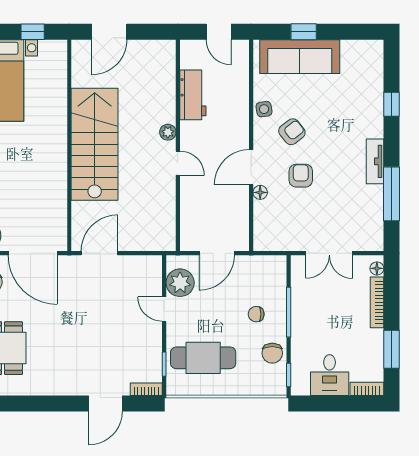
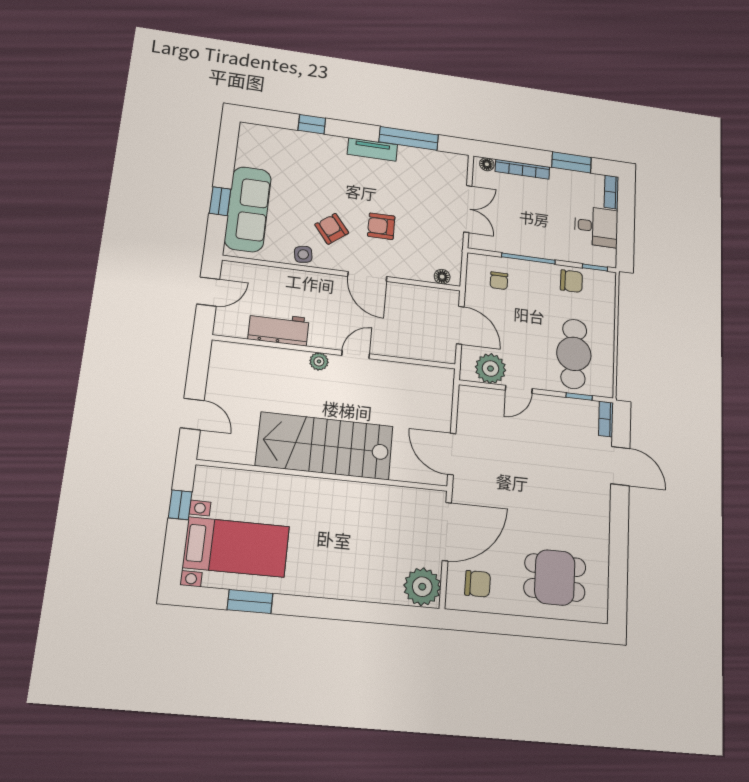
door: (109, 32) -> (192, 414), width x0.73
floor lamp: (260, 192) -> (442, 277), moved
chair: (256, 314) -> (499, 281), moved

